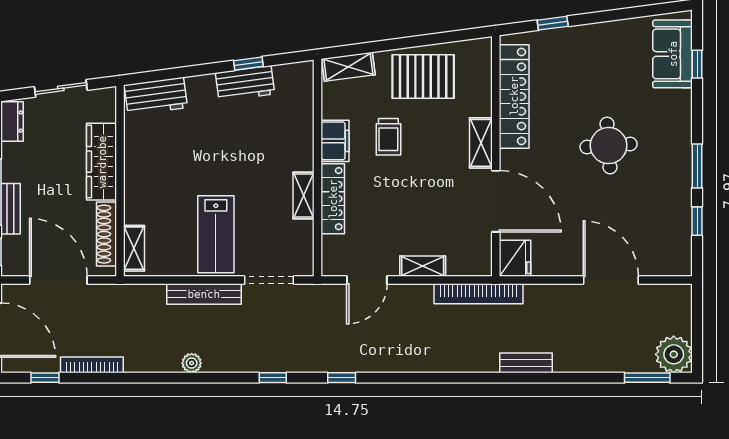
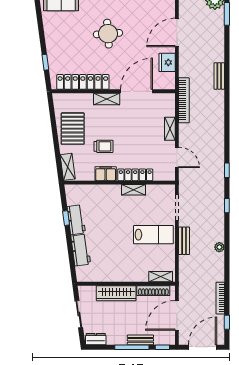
workbench: (156, 96) -> (81, 250), moved
fridge: (515, 258) -> (167, 62), moved, turned -90
bench: (204, 294) -> (184, 241), width x0.73

